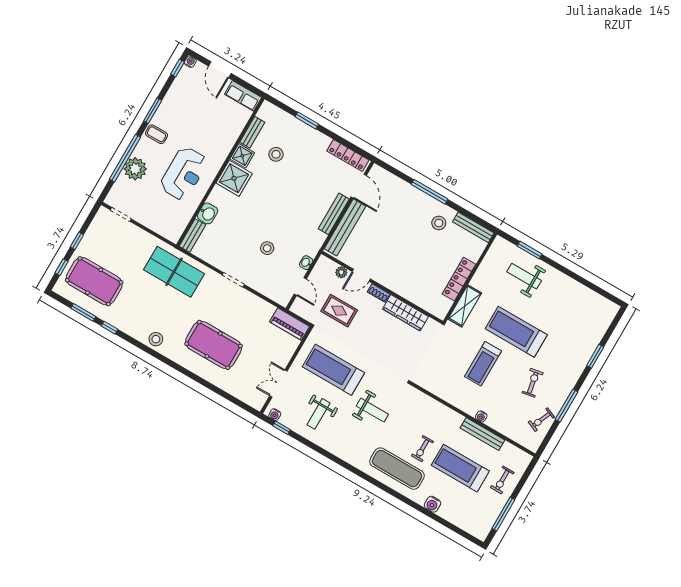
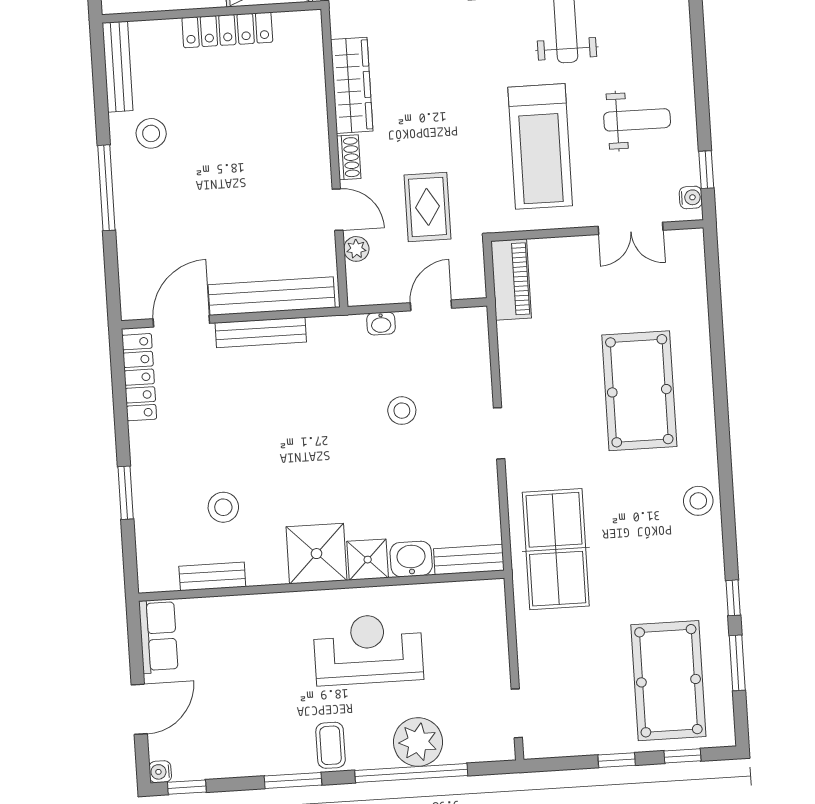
shower: (242, 156) -> (368, 560), moved

